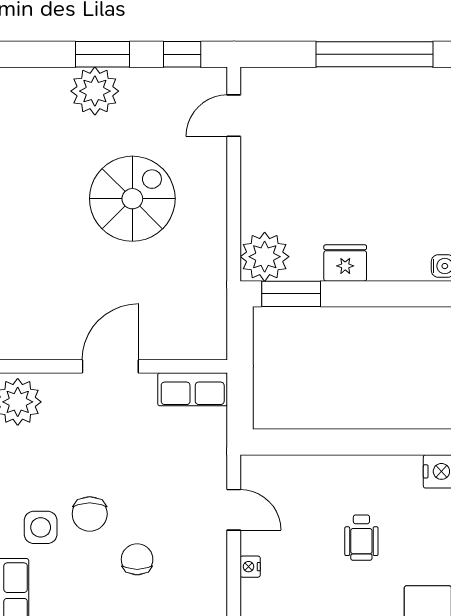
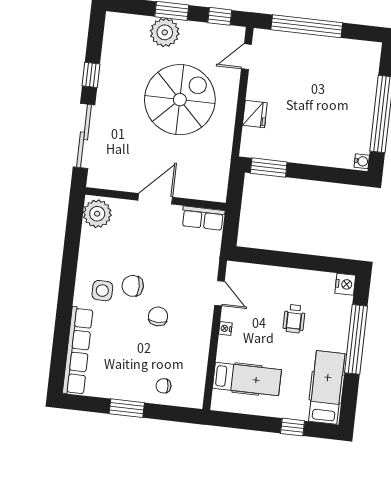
window: (374, 54) -> (307, 26), moved
spiral stairs: (132, 199) -> (180, 100), width x1.37, depth x1.37
plant: (265, 257) -> (255, 143), removed
fridge: (345, 263) -> (255, 114), moved, turned 90
chair: (90, 514) -> (133, 286), turned 90

